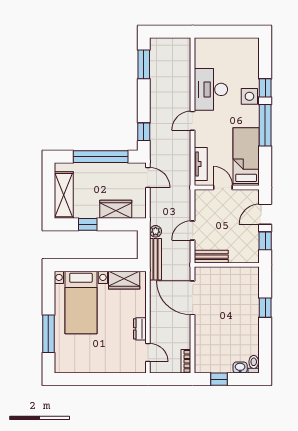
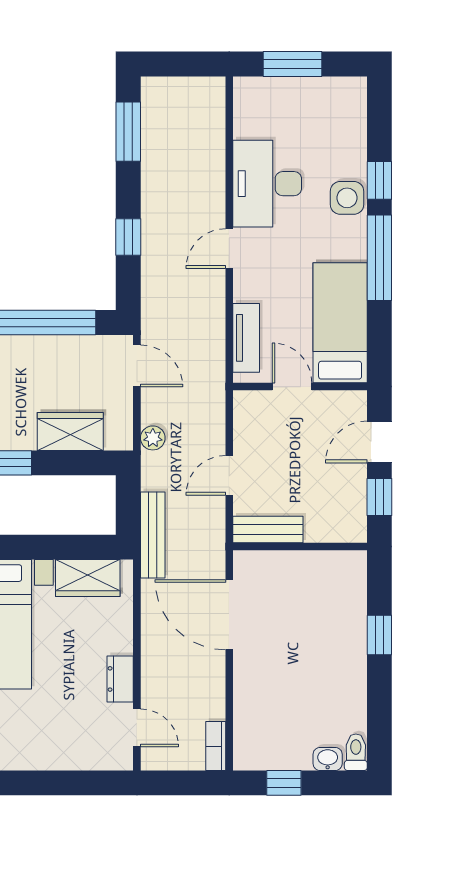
window: (223, 32) -> (293, 64), added
window: (144, 132) -> (128, 237), moved
plant: (156, 231) -> (153, 438), moved

